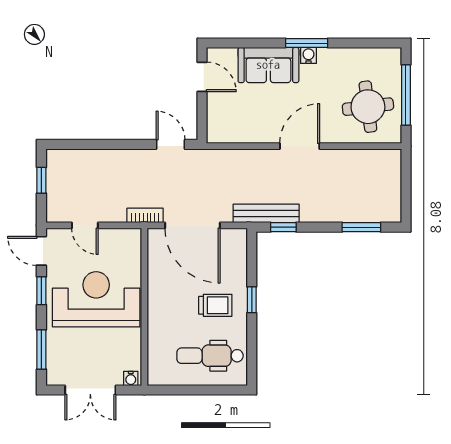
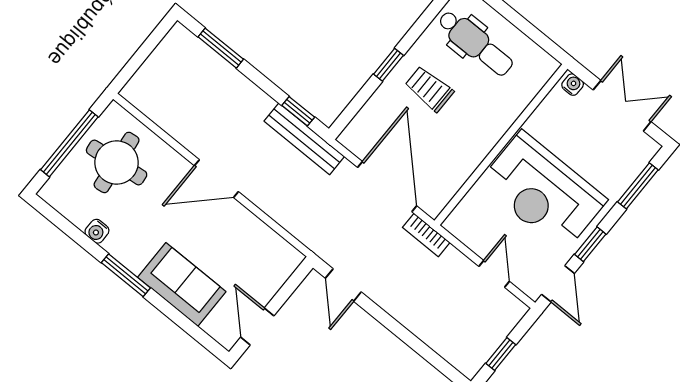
water cooler: (308, 55) -> (97, 231), moved

